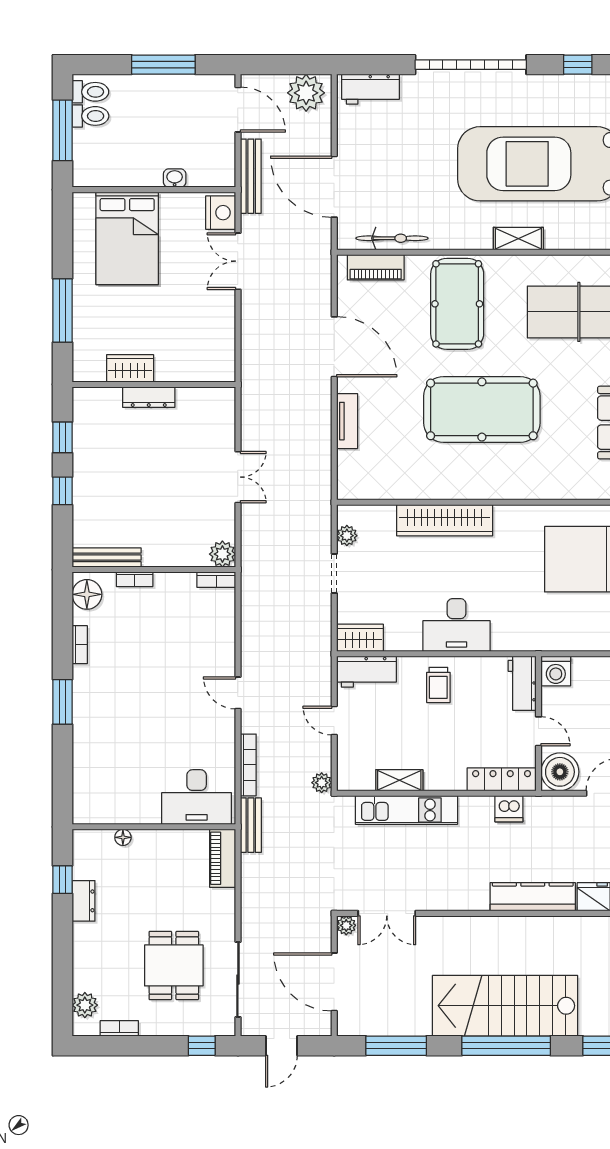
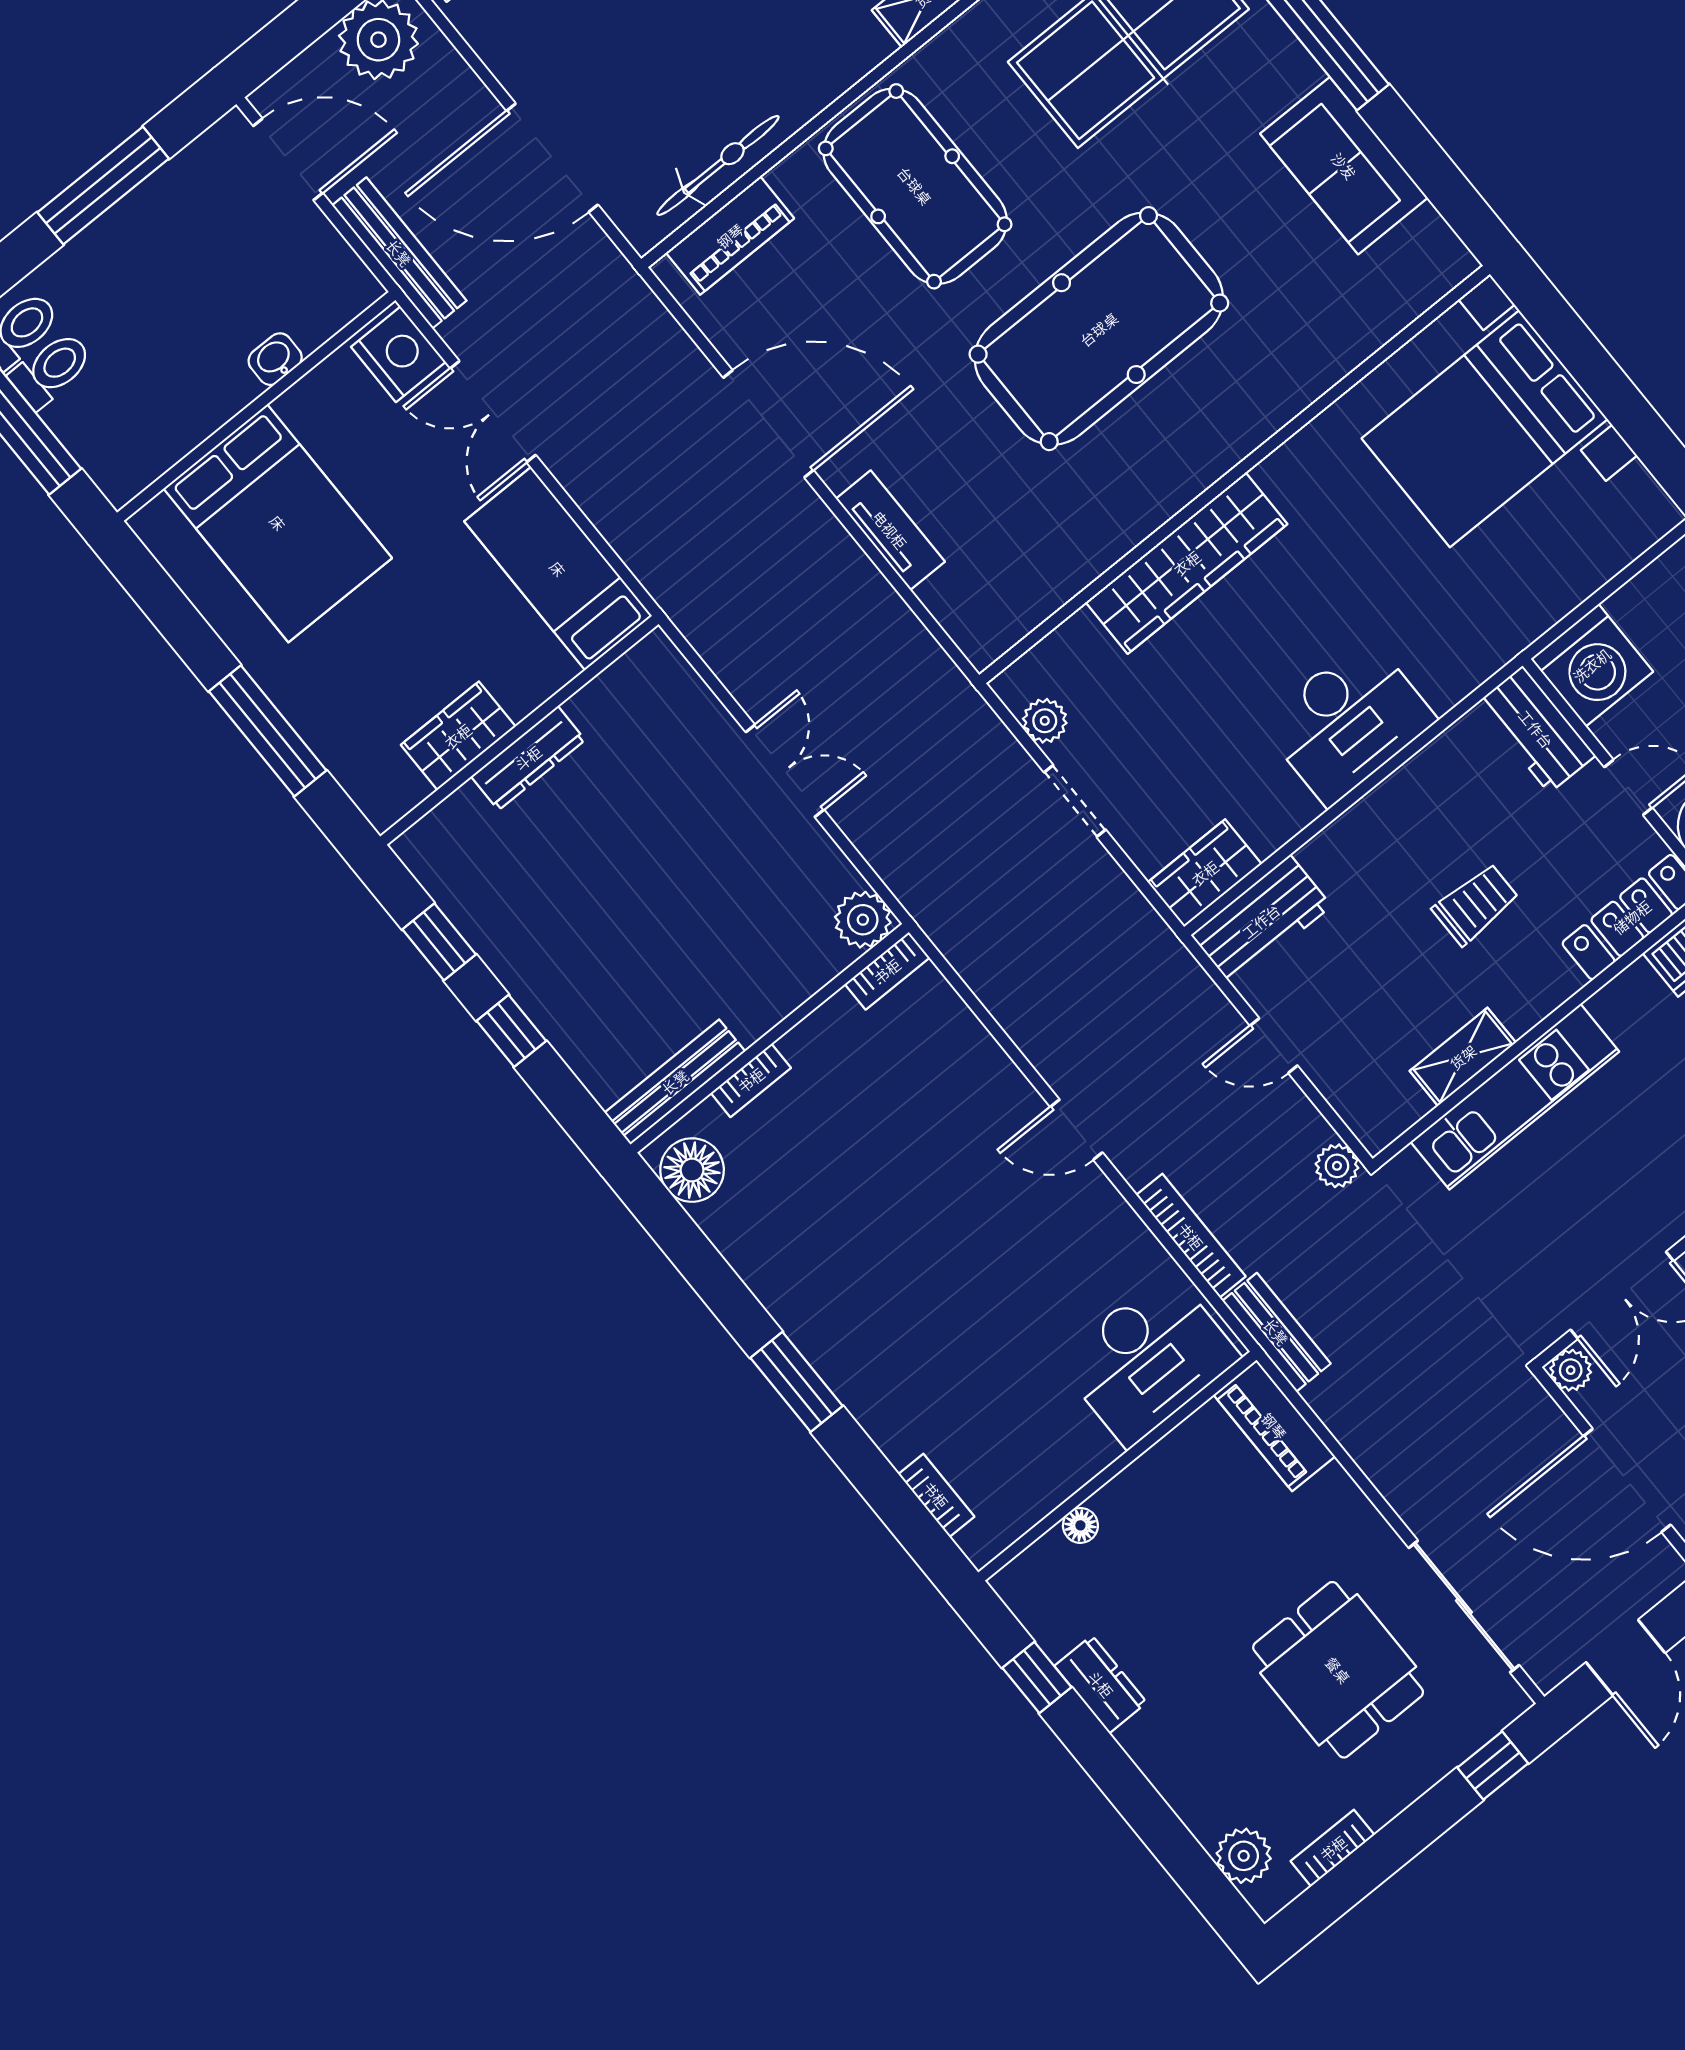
bed: (215, 337) -> (558, 569), added
bookcase: (80, 645) -> (936, 1495), moved
washing machine: (556, 671) -> (1592, 665), width x1.37, depth x1.37
trolley: (438, 685) -> (1476, 904), moved, turned -90

